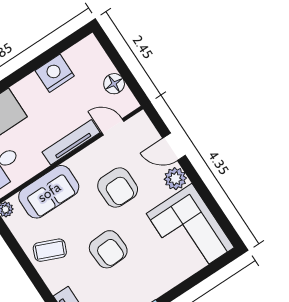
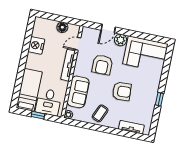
armchair: (118, 188) -> (102, 65), turned 90

